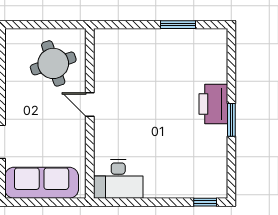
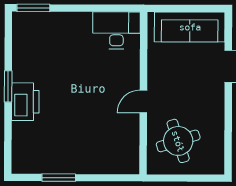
door: (90, 105) -> (143, 102), swing flipped
window: (205, 202) -> (33, 8), width x1.50

